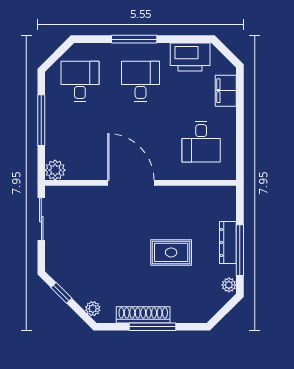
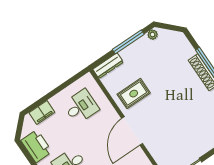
dresser: (228, 243) -> (108, 66), moved
rug: (171, 252) -> (134, 94), moved, turned 90

